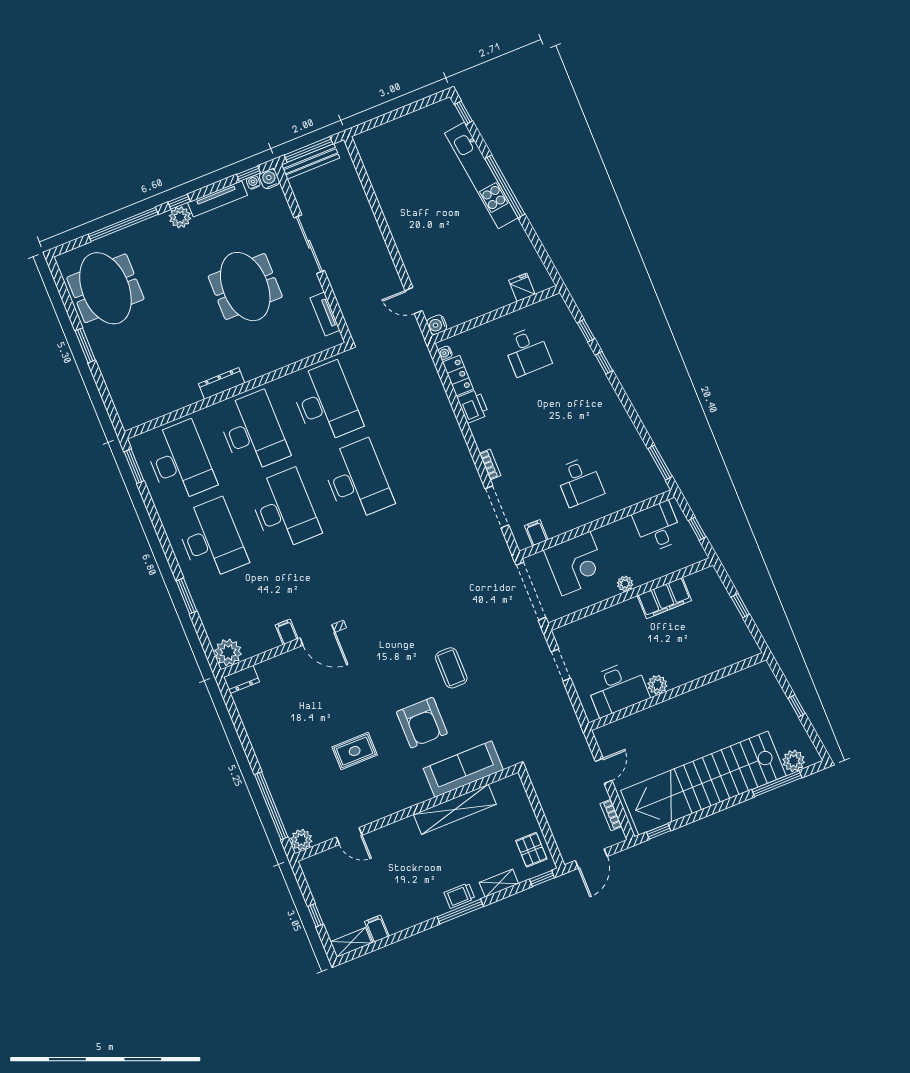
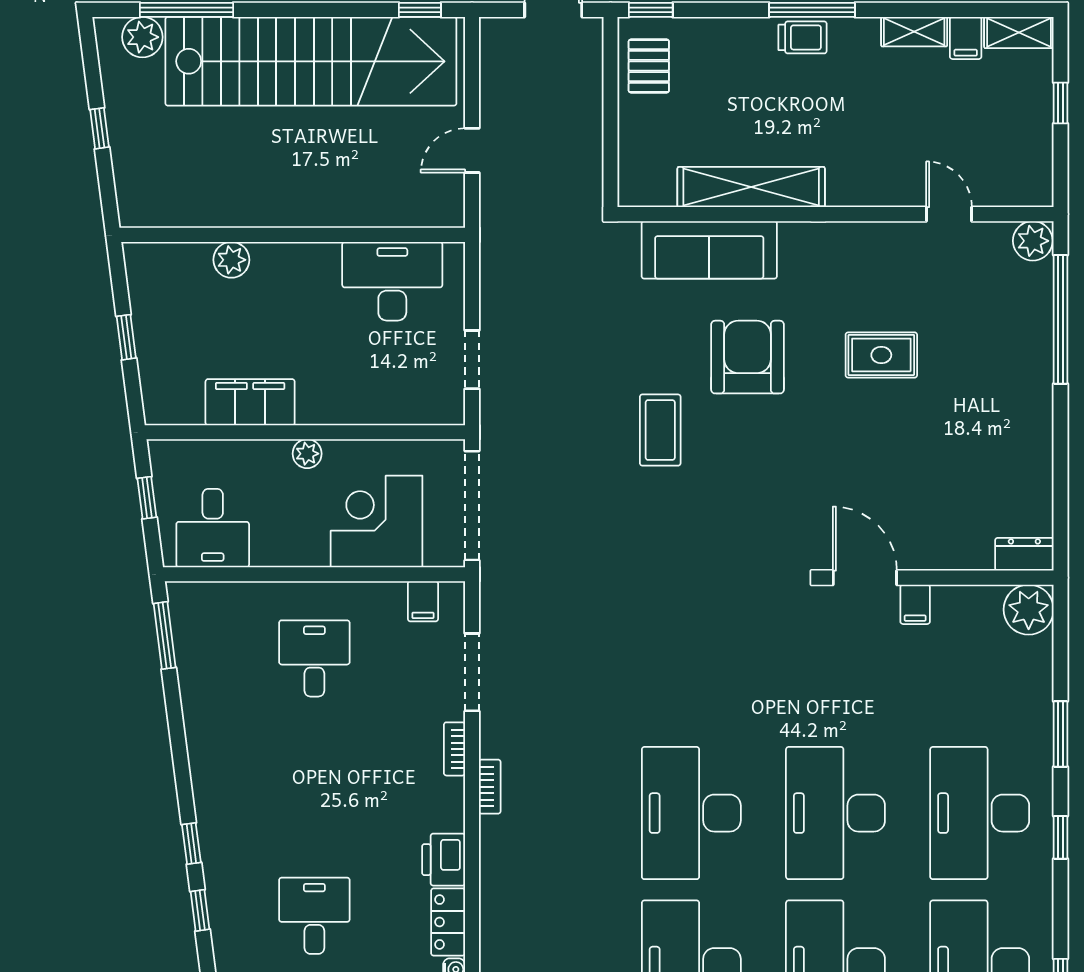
window: (165, 544) -> (1061, 837), added
plant: (657, 685) -> (231, 260), moved
bookcase: (611, 815) -> (490, 787), moved
shelving: (499, 883) -> (914, 32), moved

